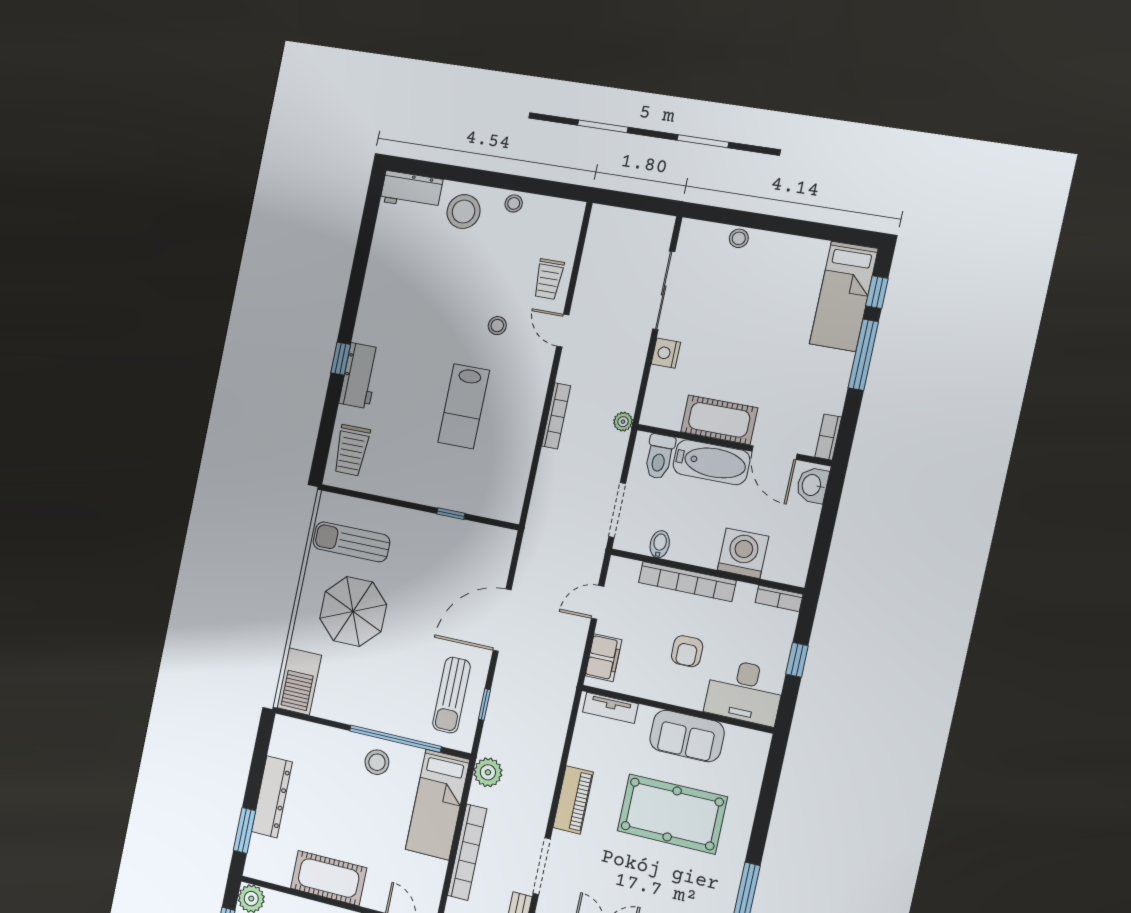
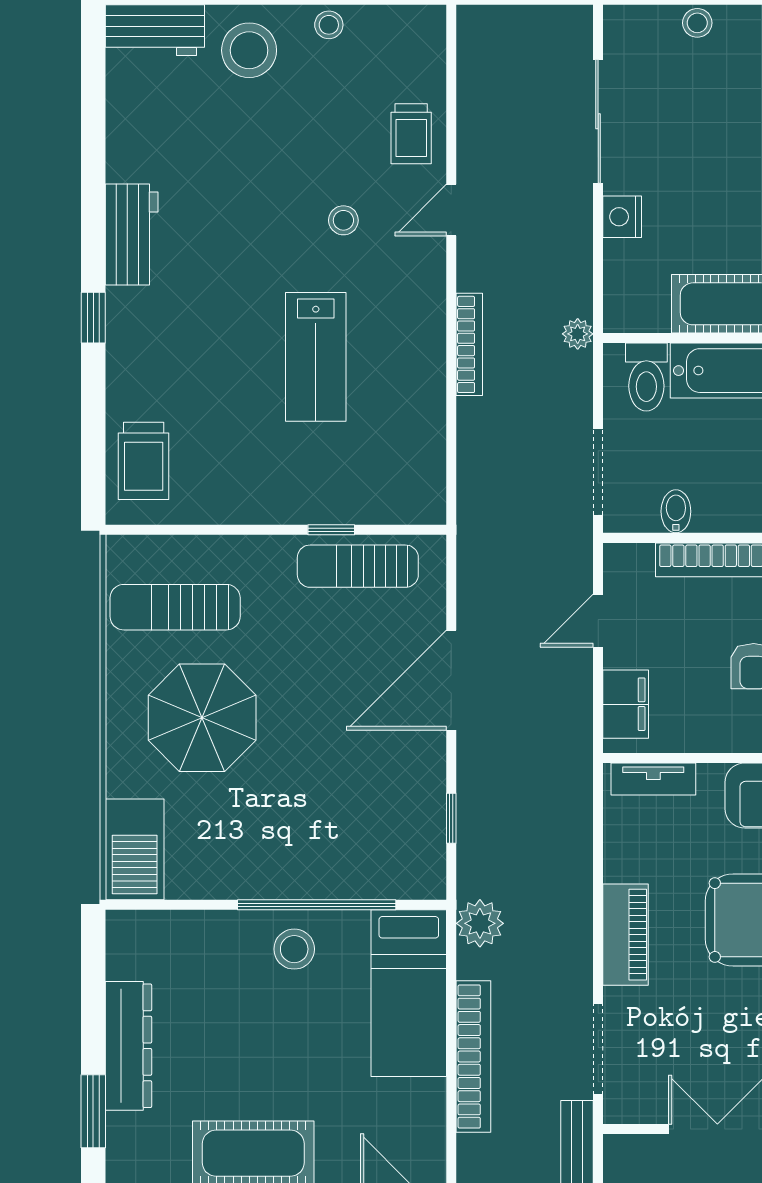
door: (563, 331) -> (451, 210), hinge flipped
workbench: (360, 376) -> (132, 234), moved
sun lounger: (452, 695) -> (358, 566), moved, turned 90

